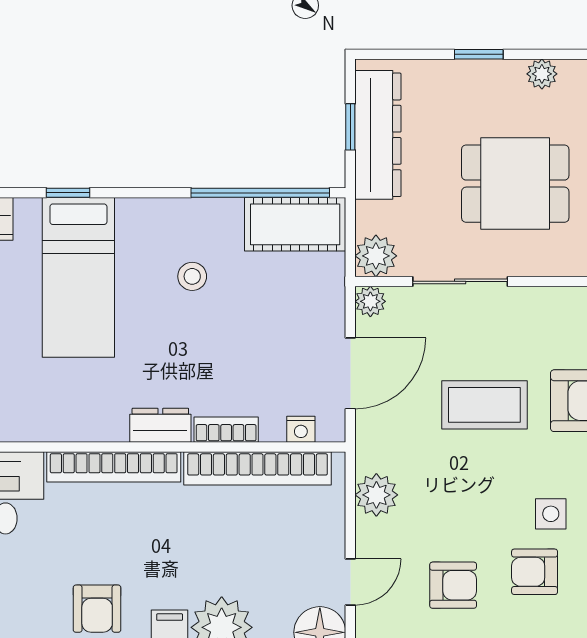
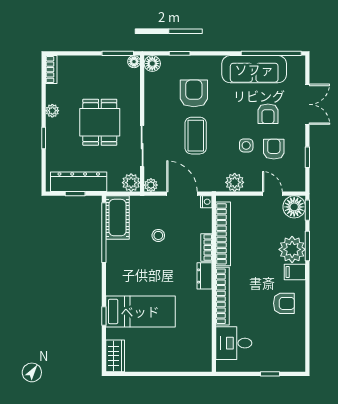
stool: (192, 276) -> (158, 235), moved
nightstand: (301, 429) -> (206, 202), moved
side table: (551, 514) -> (246, 145), moved

